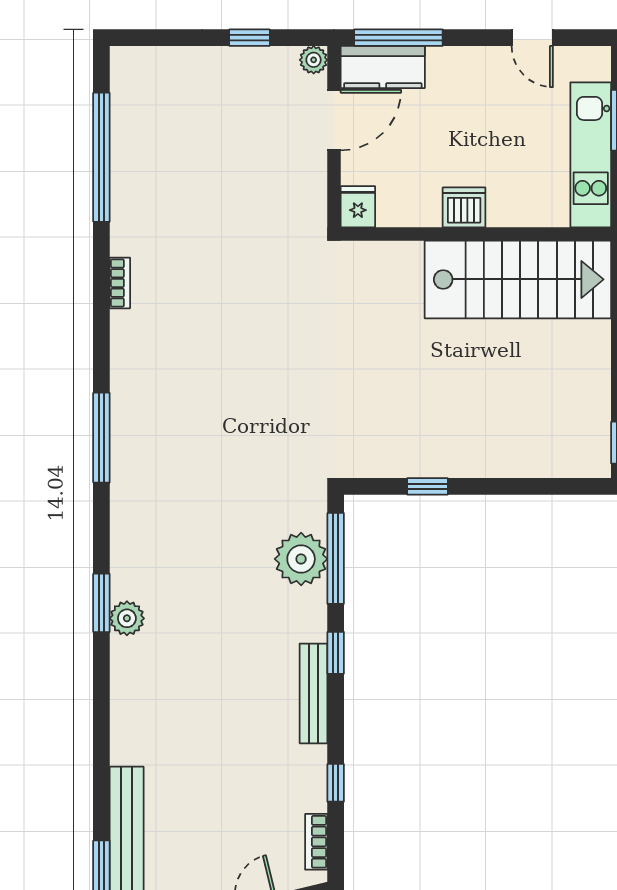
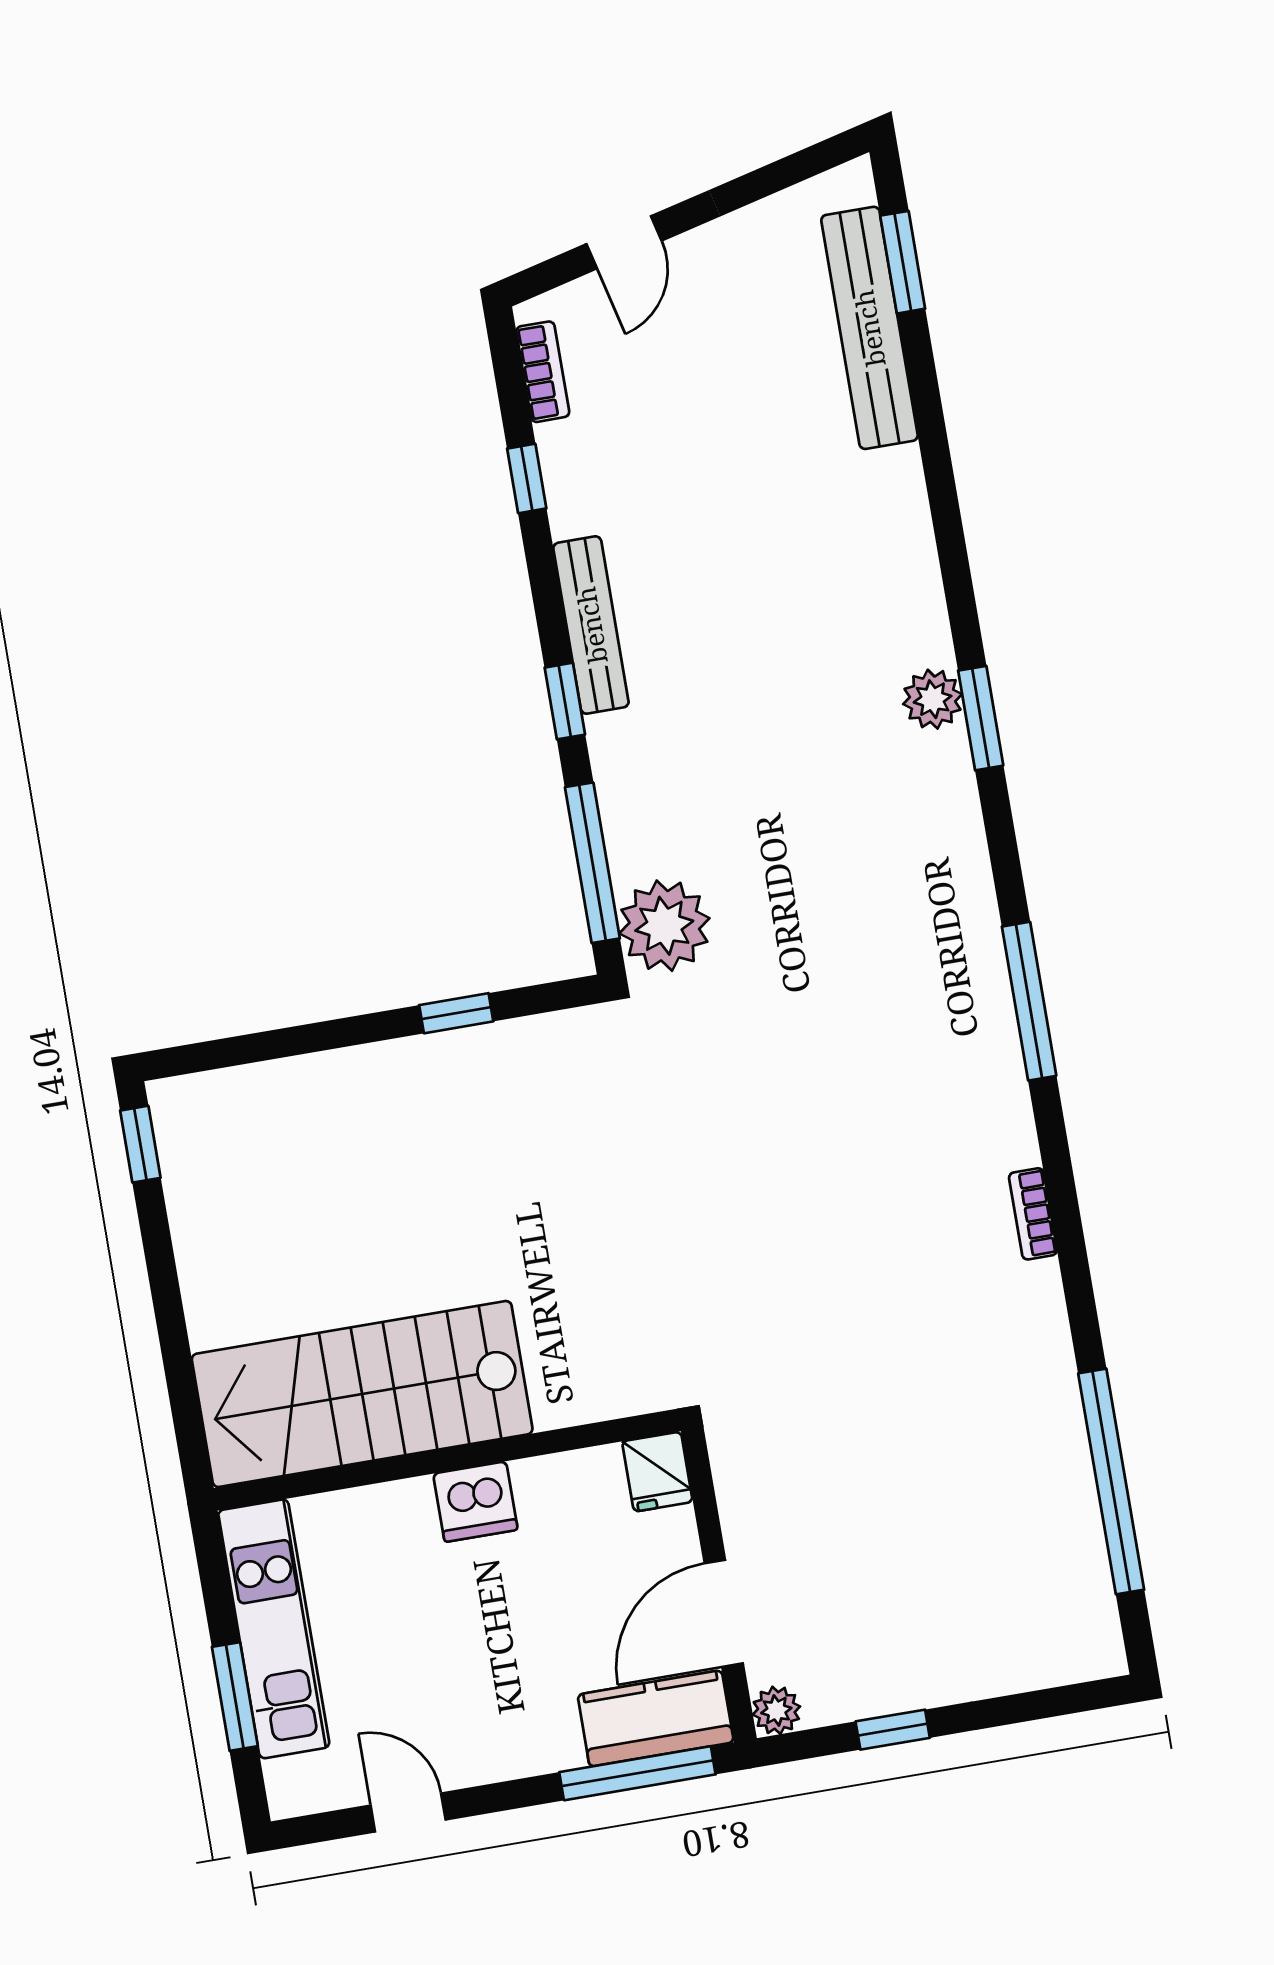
bookcase: (120, 283) -> (1033, 1214), moved
plant: (301, 559) -> (664, 926), moved

